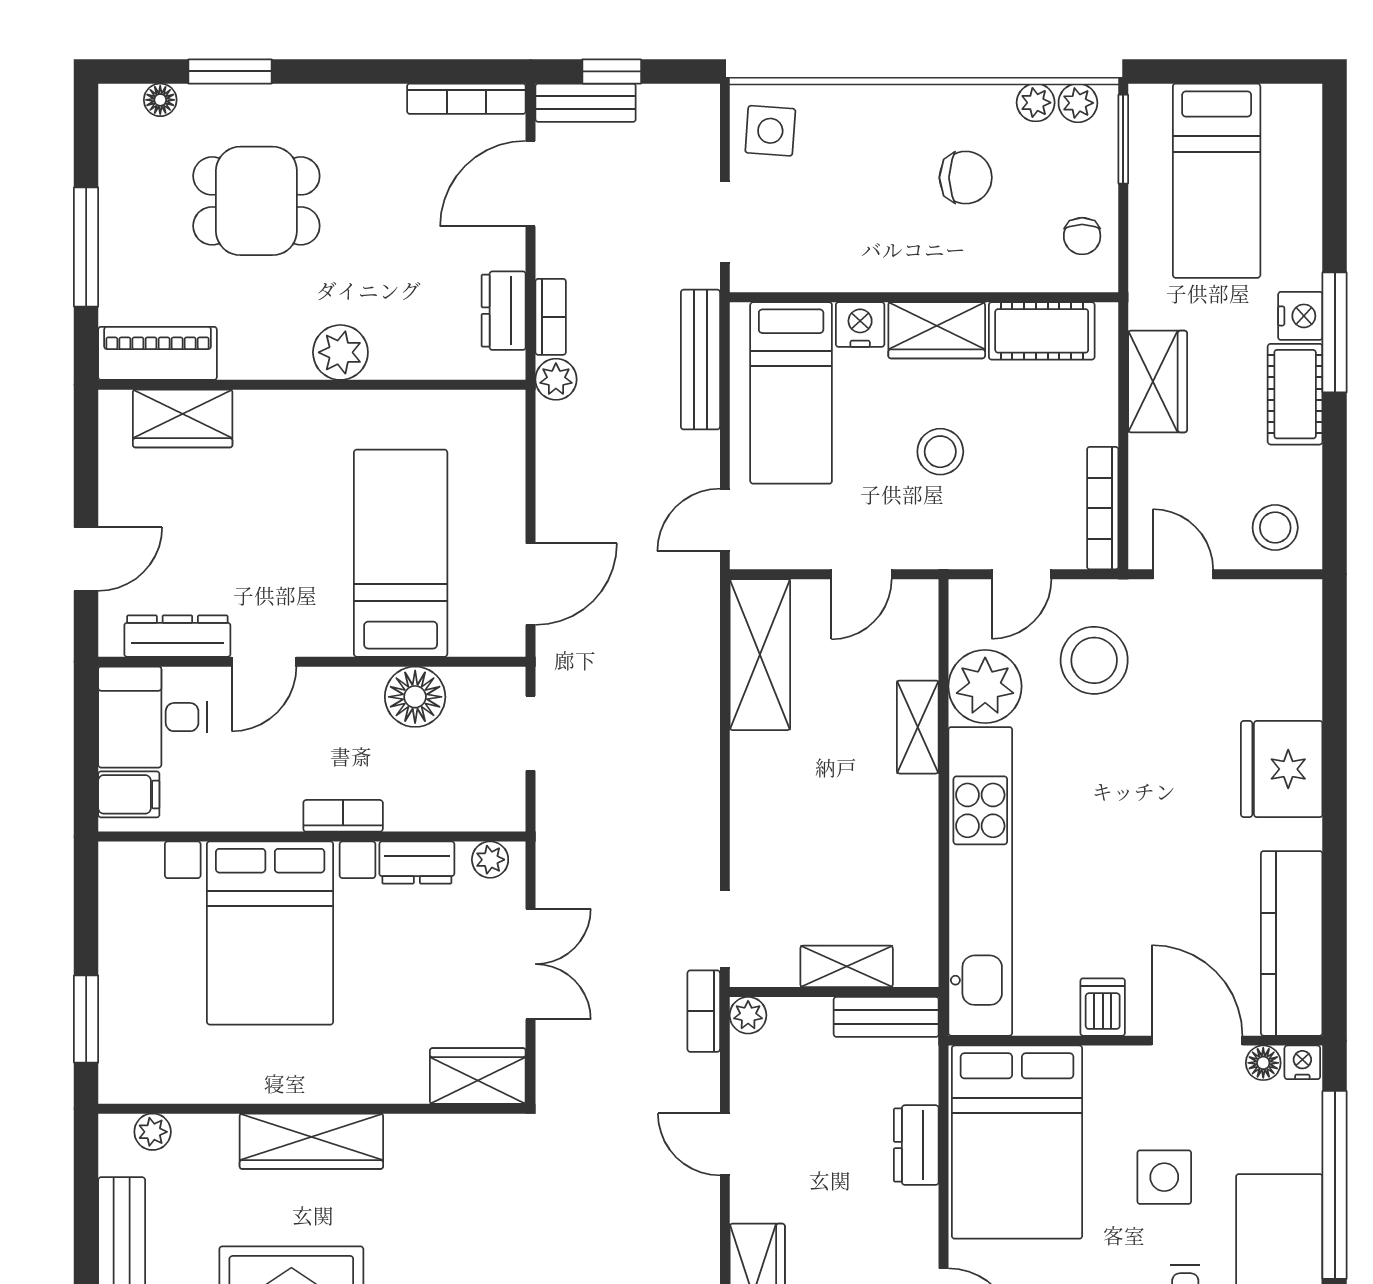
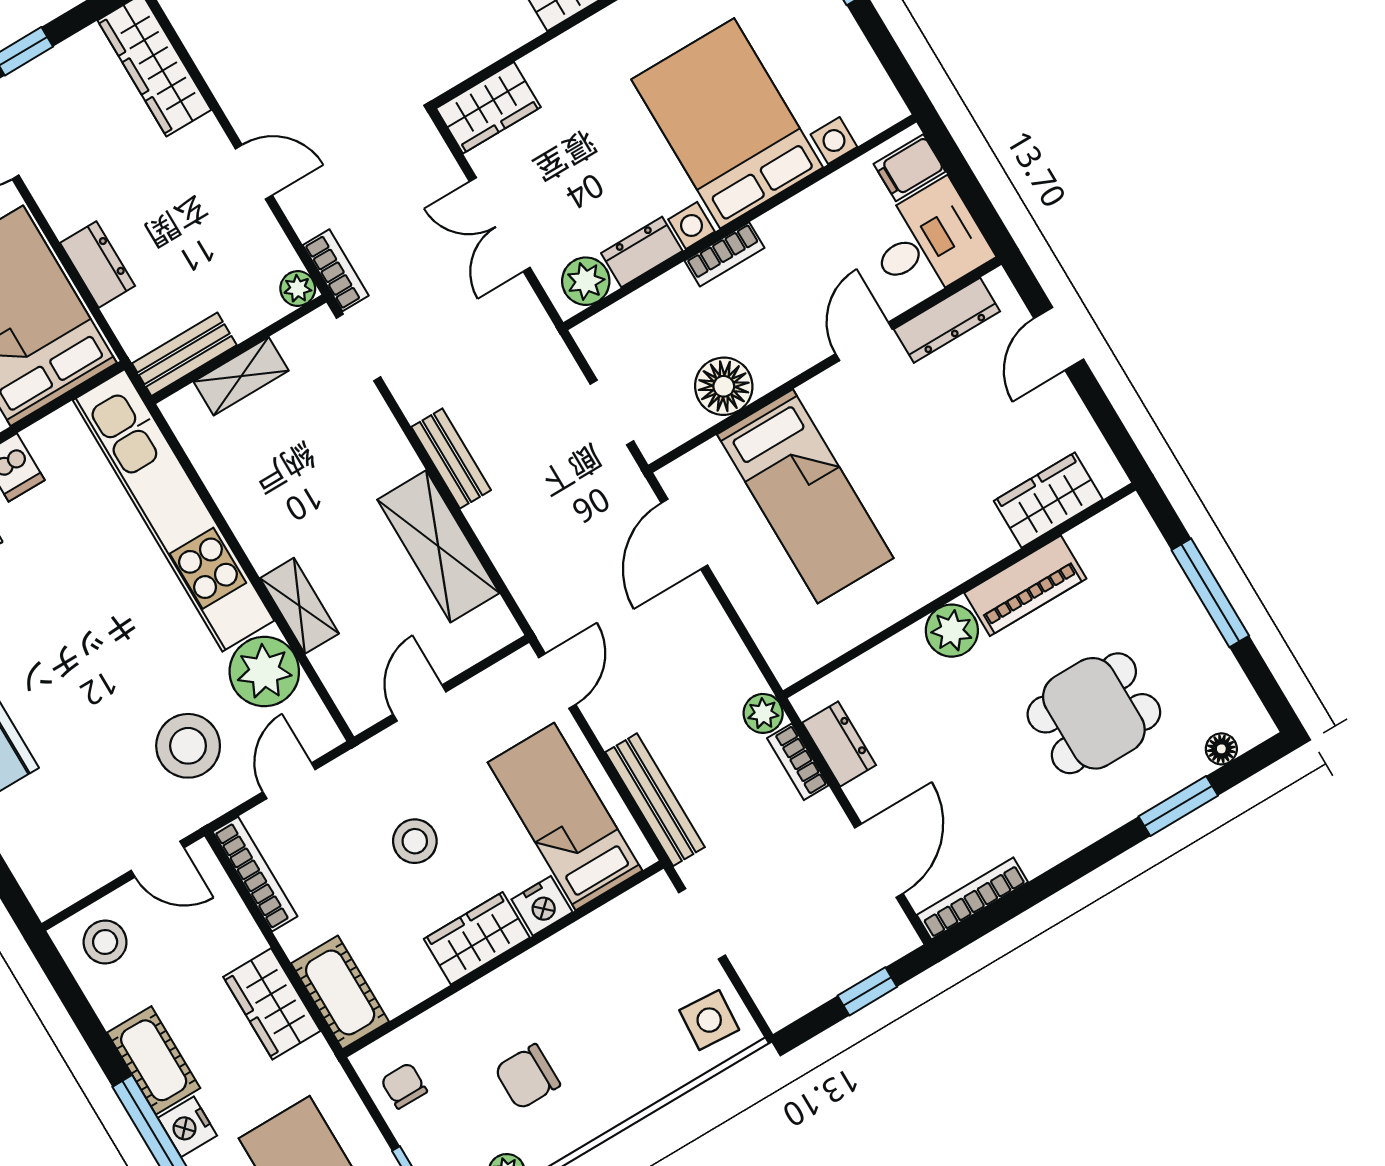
bench: (586, 103) -> (451, 459), moved, turned 90
cot: (1042, 331) -> (340, 992), moved, turned 90
piano: (158, 353) -> (1025, 586), moved
shelving: (760, 655) -> (438, 546), moved
plant: (490, 860) -> (586, 281), width x1.38, depth x1.38

